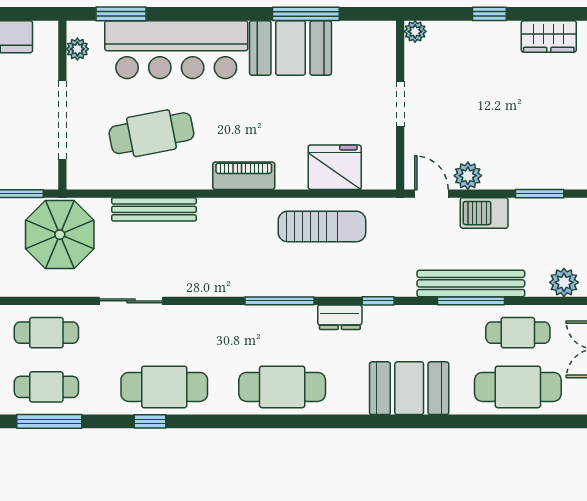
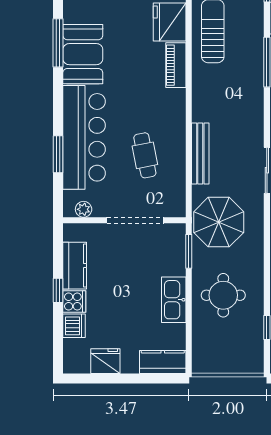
window: (121, 14) -> (58, 154), moved
cafe table: (151, 133) -> (145, 155), width x0.73, depth x0.74
piano: (244, 176) -> (176, 65), moved

